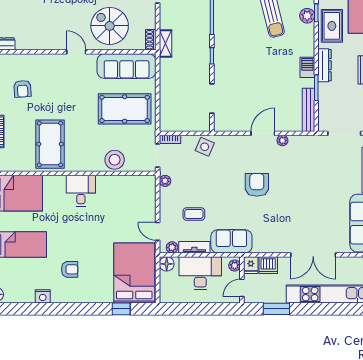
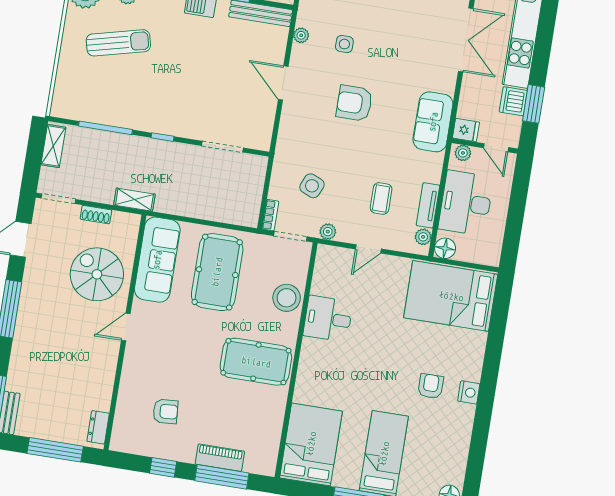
spiral stairs: (110, 26) -> (97, 274), turned 90
shoe rack: (151, 40) -> (96, 215), moved
plant: (282, 140) -> (301, 35), moved
pool table: (50, 144) -> (256, 362), moved
side table: (205, 147) -> (312, 186), moved
side table: (297, 171) -> (344, 44), added
desk: (81, 191) -> (328, 319), moved
door: (158, 231) -> (368, 249), moved
sofa: (231, 241) -> (433, 122), moved
dishwasher: (268, 265) -> (513, 101), moved, turned 180
nightstand: (43, 296) -> (469, 392), moved
window: (121, 309) -> (498, 323), removed

